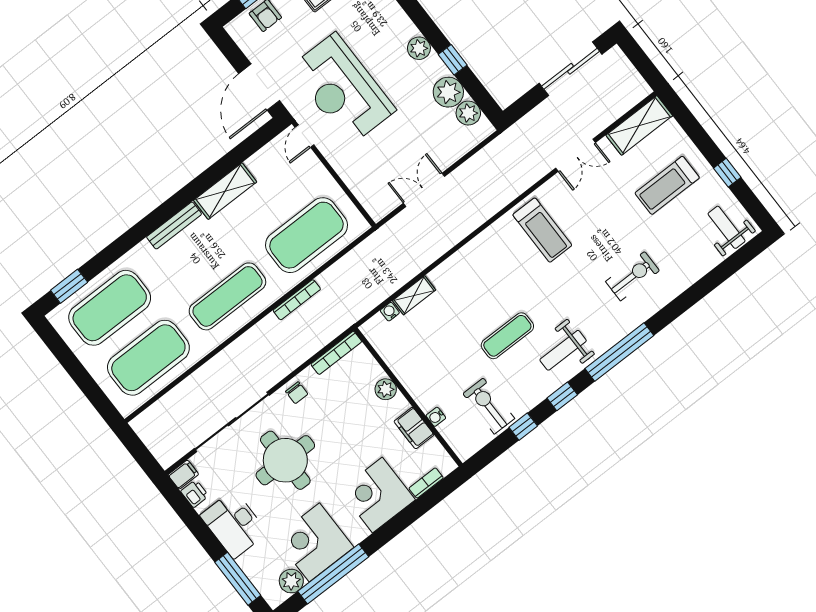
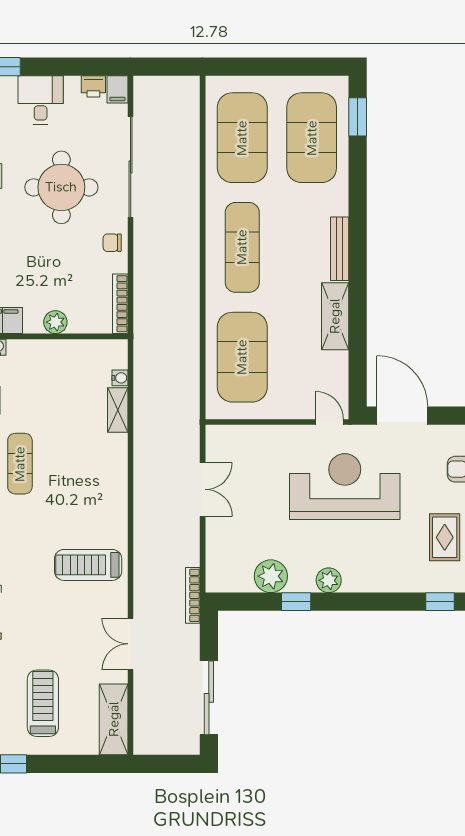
plant: (468, 113) -> (239, 579), removed
bookcase: (297, 300) -> (193, 595), moved
desk: (234, 524) -> (41, 100), width x0.73

